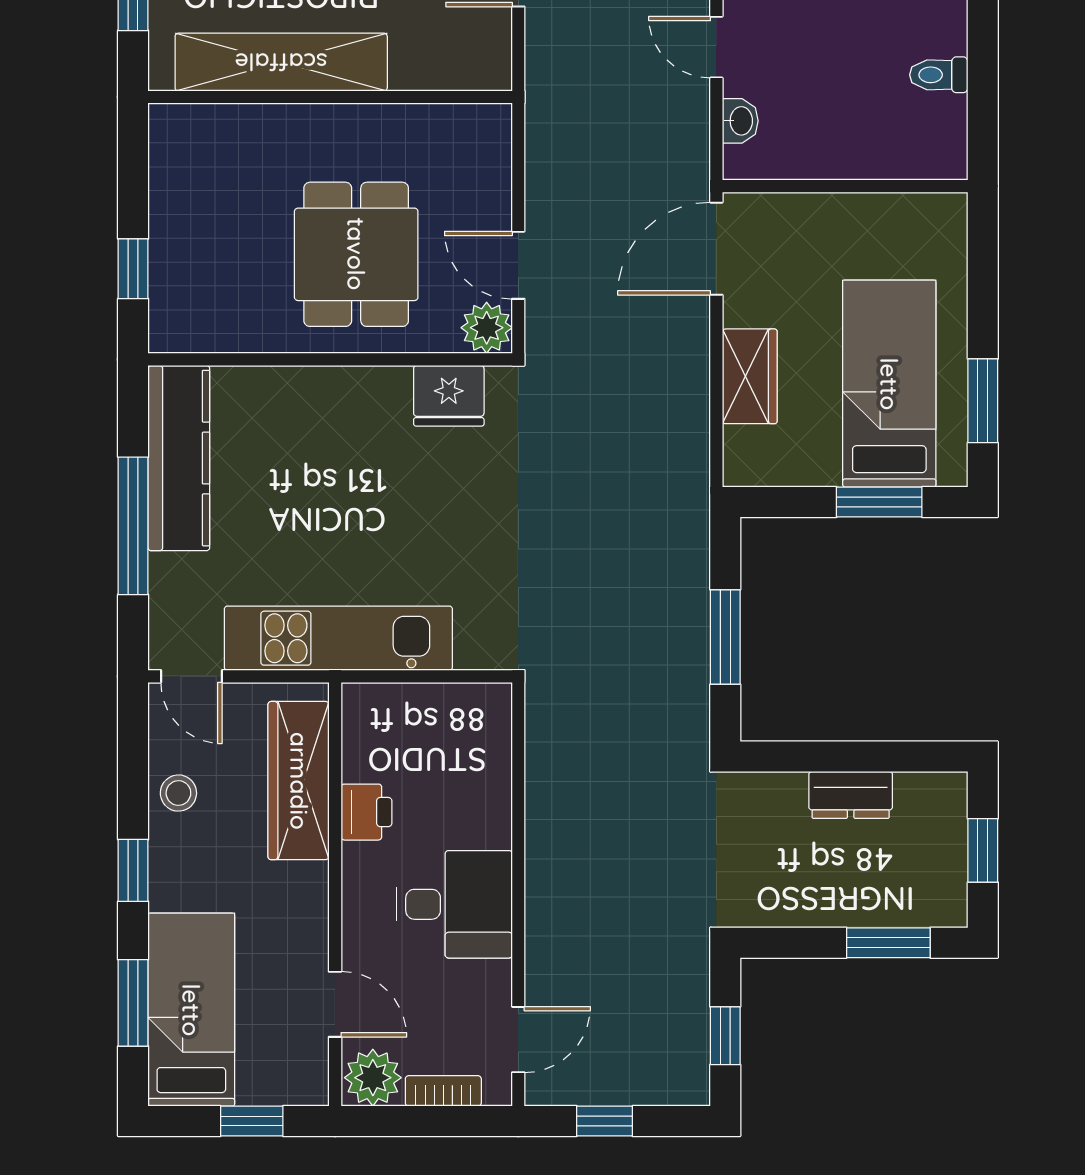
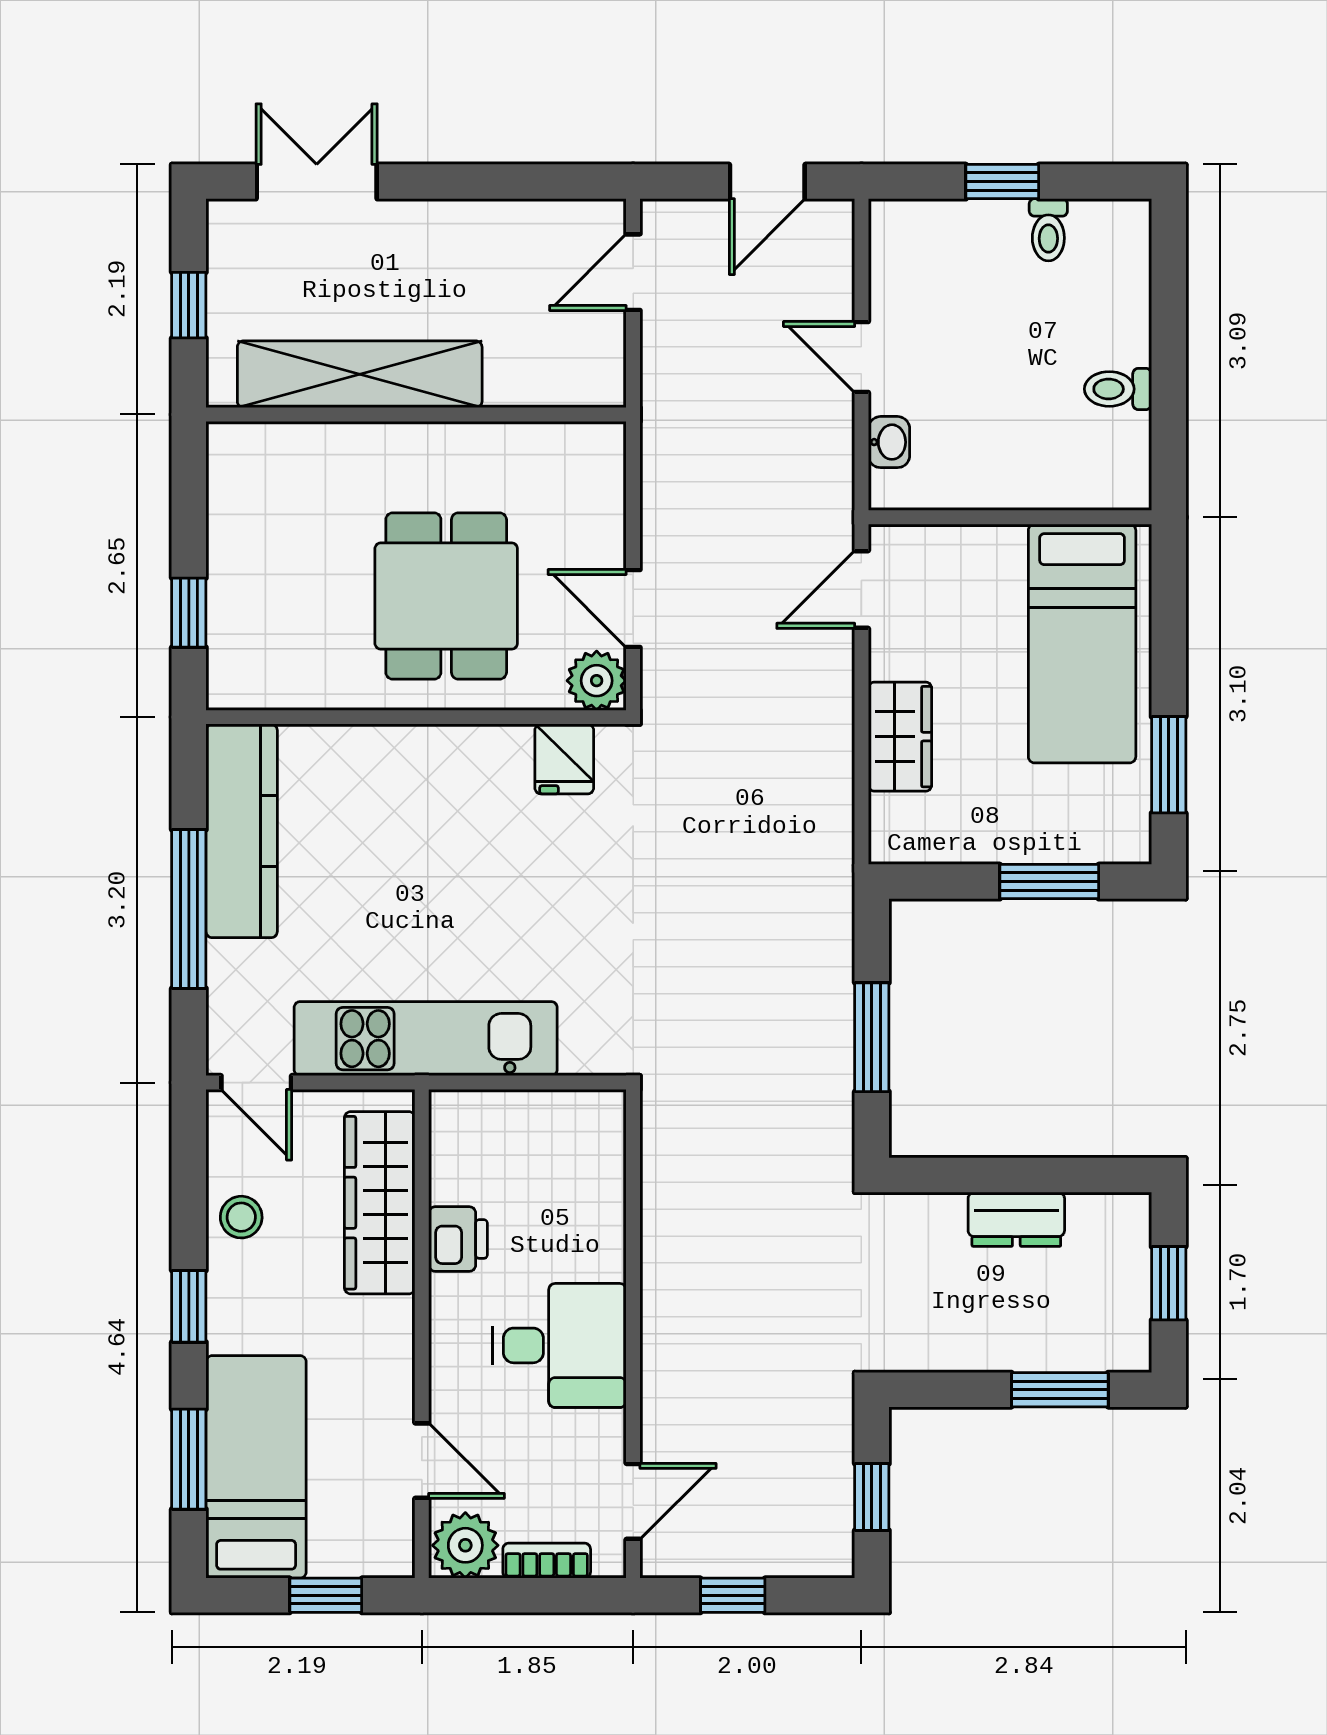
door: (716, 249) -> (861, 589), width x0.73
bed: (889, 384) -> (1082, 644), moved, turned 180
fridge: (449, 396) -> (564, 759), width x0.72

